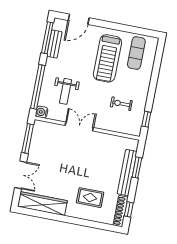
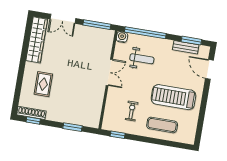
window: (47, 38) -> (191, 41), width x0.69
exercise mat: (136, 53) -> (162, 125), moved
weight bench: (66, 91) -> (142, 59), turned 180
bench: (127, 173) -> (67, 118), removed

